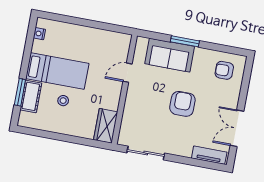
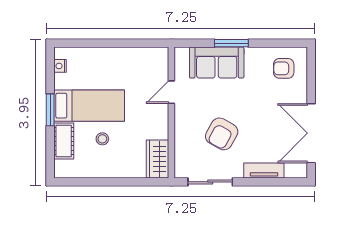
window: (20, 92) -> (50, 110), moved
armchair: (182, 104) -> (222, 134), moved, turned -151
double door: (237, 128) -> (311, 133), width x1.37
tv unit: (209, 155) -> (264, 171), moved

